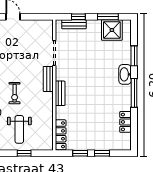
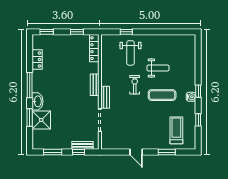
shower: (112, 30) -> (41, 120), moved
weight bench: (19, 129) -> (130, 53), turned 180
window: (102, 153) -> (47, 32), moved

